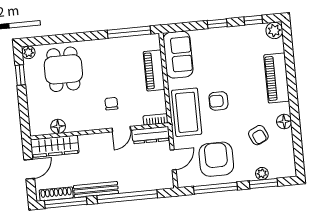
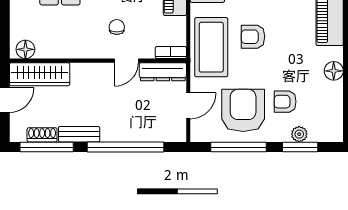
floor lamp: (58, 126) -> (25, 49), moved
armchair: (258, 135) -> (285, 102), moved, turned 115
bench: (96, 190) -> (79, 134), width x0.73
shoe rack: (56, 194) -> (42, 135), width x0.70

